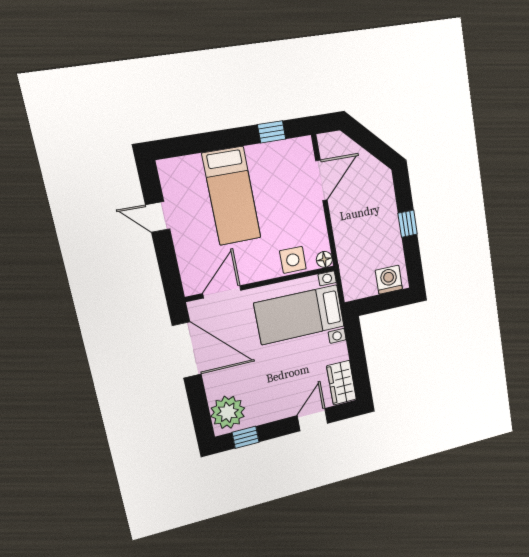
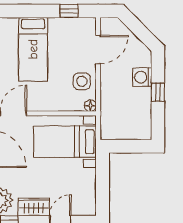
side table: (293, 260) -> (82, 81), moved
washing machine: (389, 280) -> (142, 77), moved, turned -90
wardrobe: (342, 383) -> (34, 207), moved, turned 90

